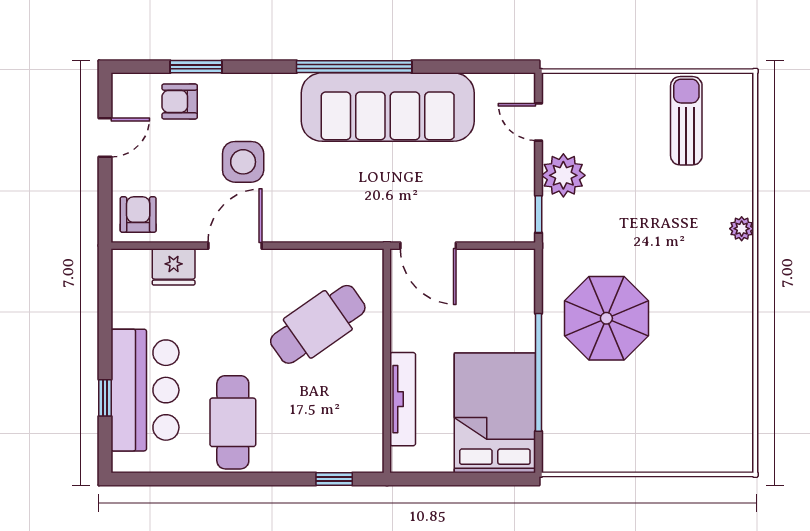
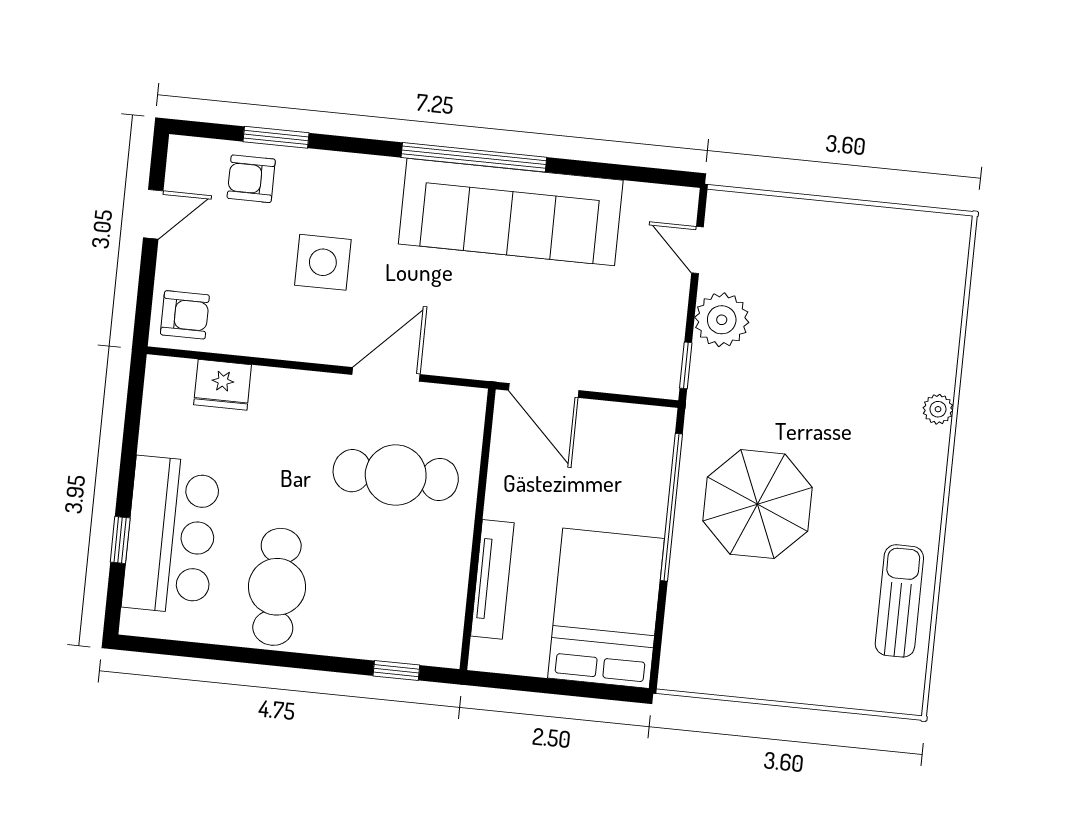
sun lounger: (686, 121) -> (899, 601), moved
armchair: (138, 215) -> (185, 315), turned 90
door: (235, 246) -> (386, 374), moved
cafe table: (318, 324) -> (396, 475), turned 35
window: (539, 372) -> (671, 507), moved

